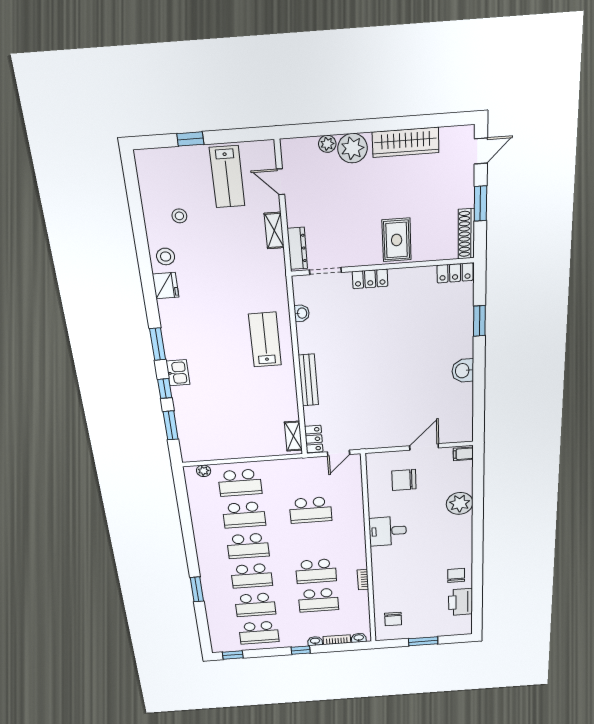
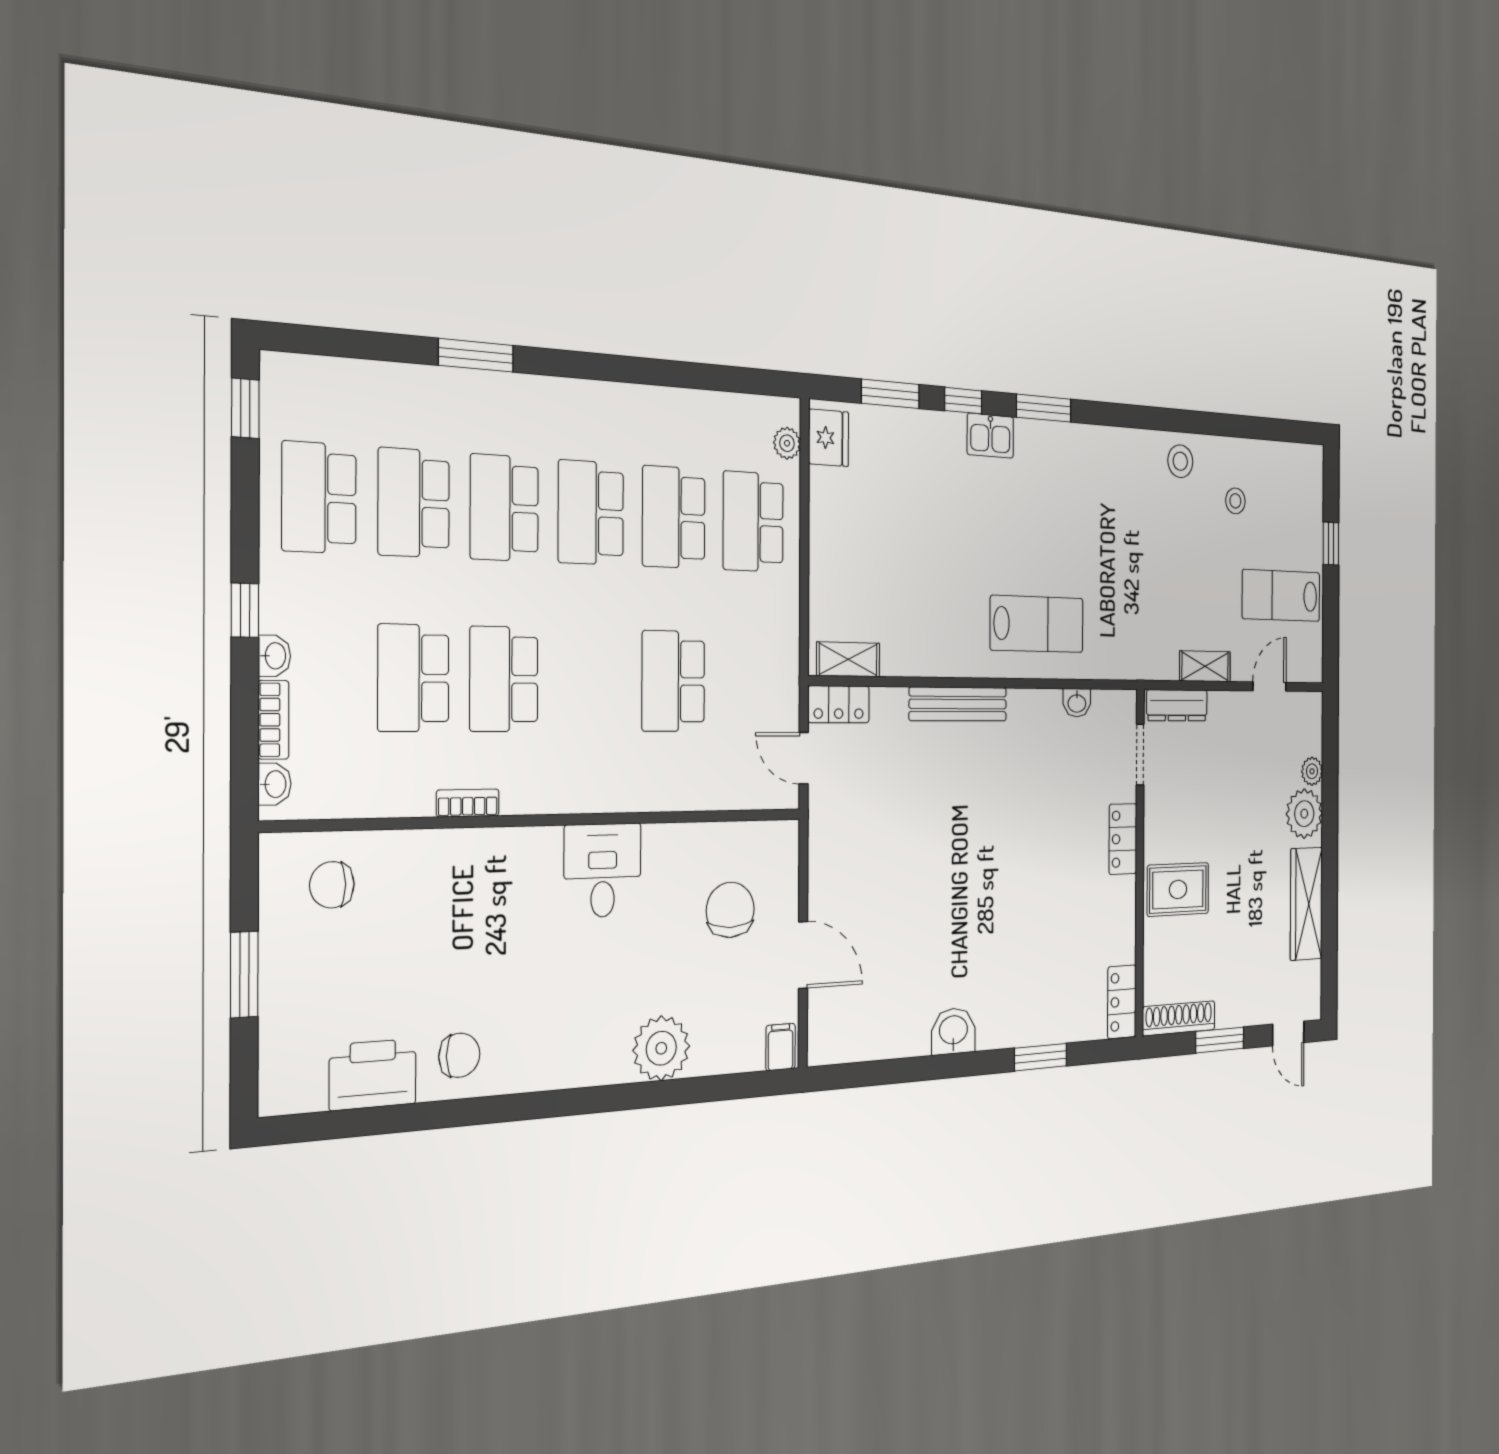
fridge: (166, 286) -> (829, 438), moved, turned -90

